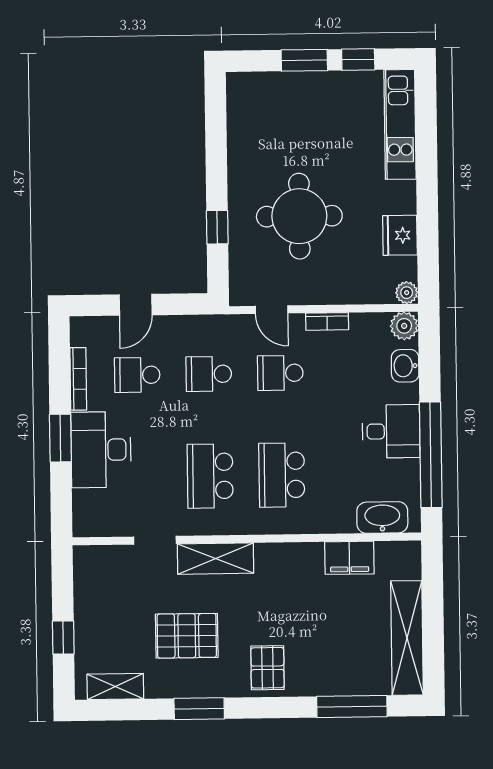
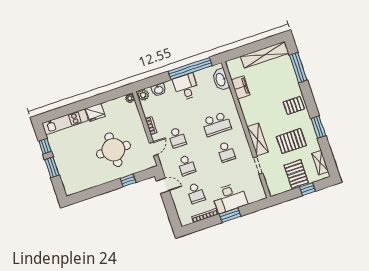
fridge: (400, 235) -> (95, 112), moved
door: (136, 305) -> (163, 186), moved
school desk: (210, 476) -> (226, 152), width x0.54
pallet: (107, 622) -> (296, 174), added
pallet: (187, 636) -> (291, 141), turned 90

